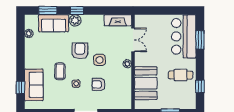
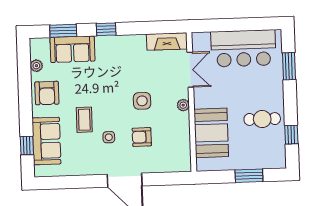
plant: (75, 20) -> (104, 44), removed
bar counter: (184, 36) -> (243, 48), moved, turned -90
armchair: (80, 51) -> (47, 93), moved, turned 180

